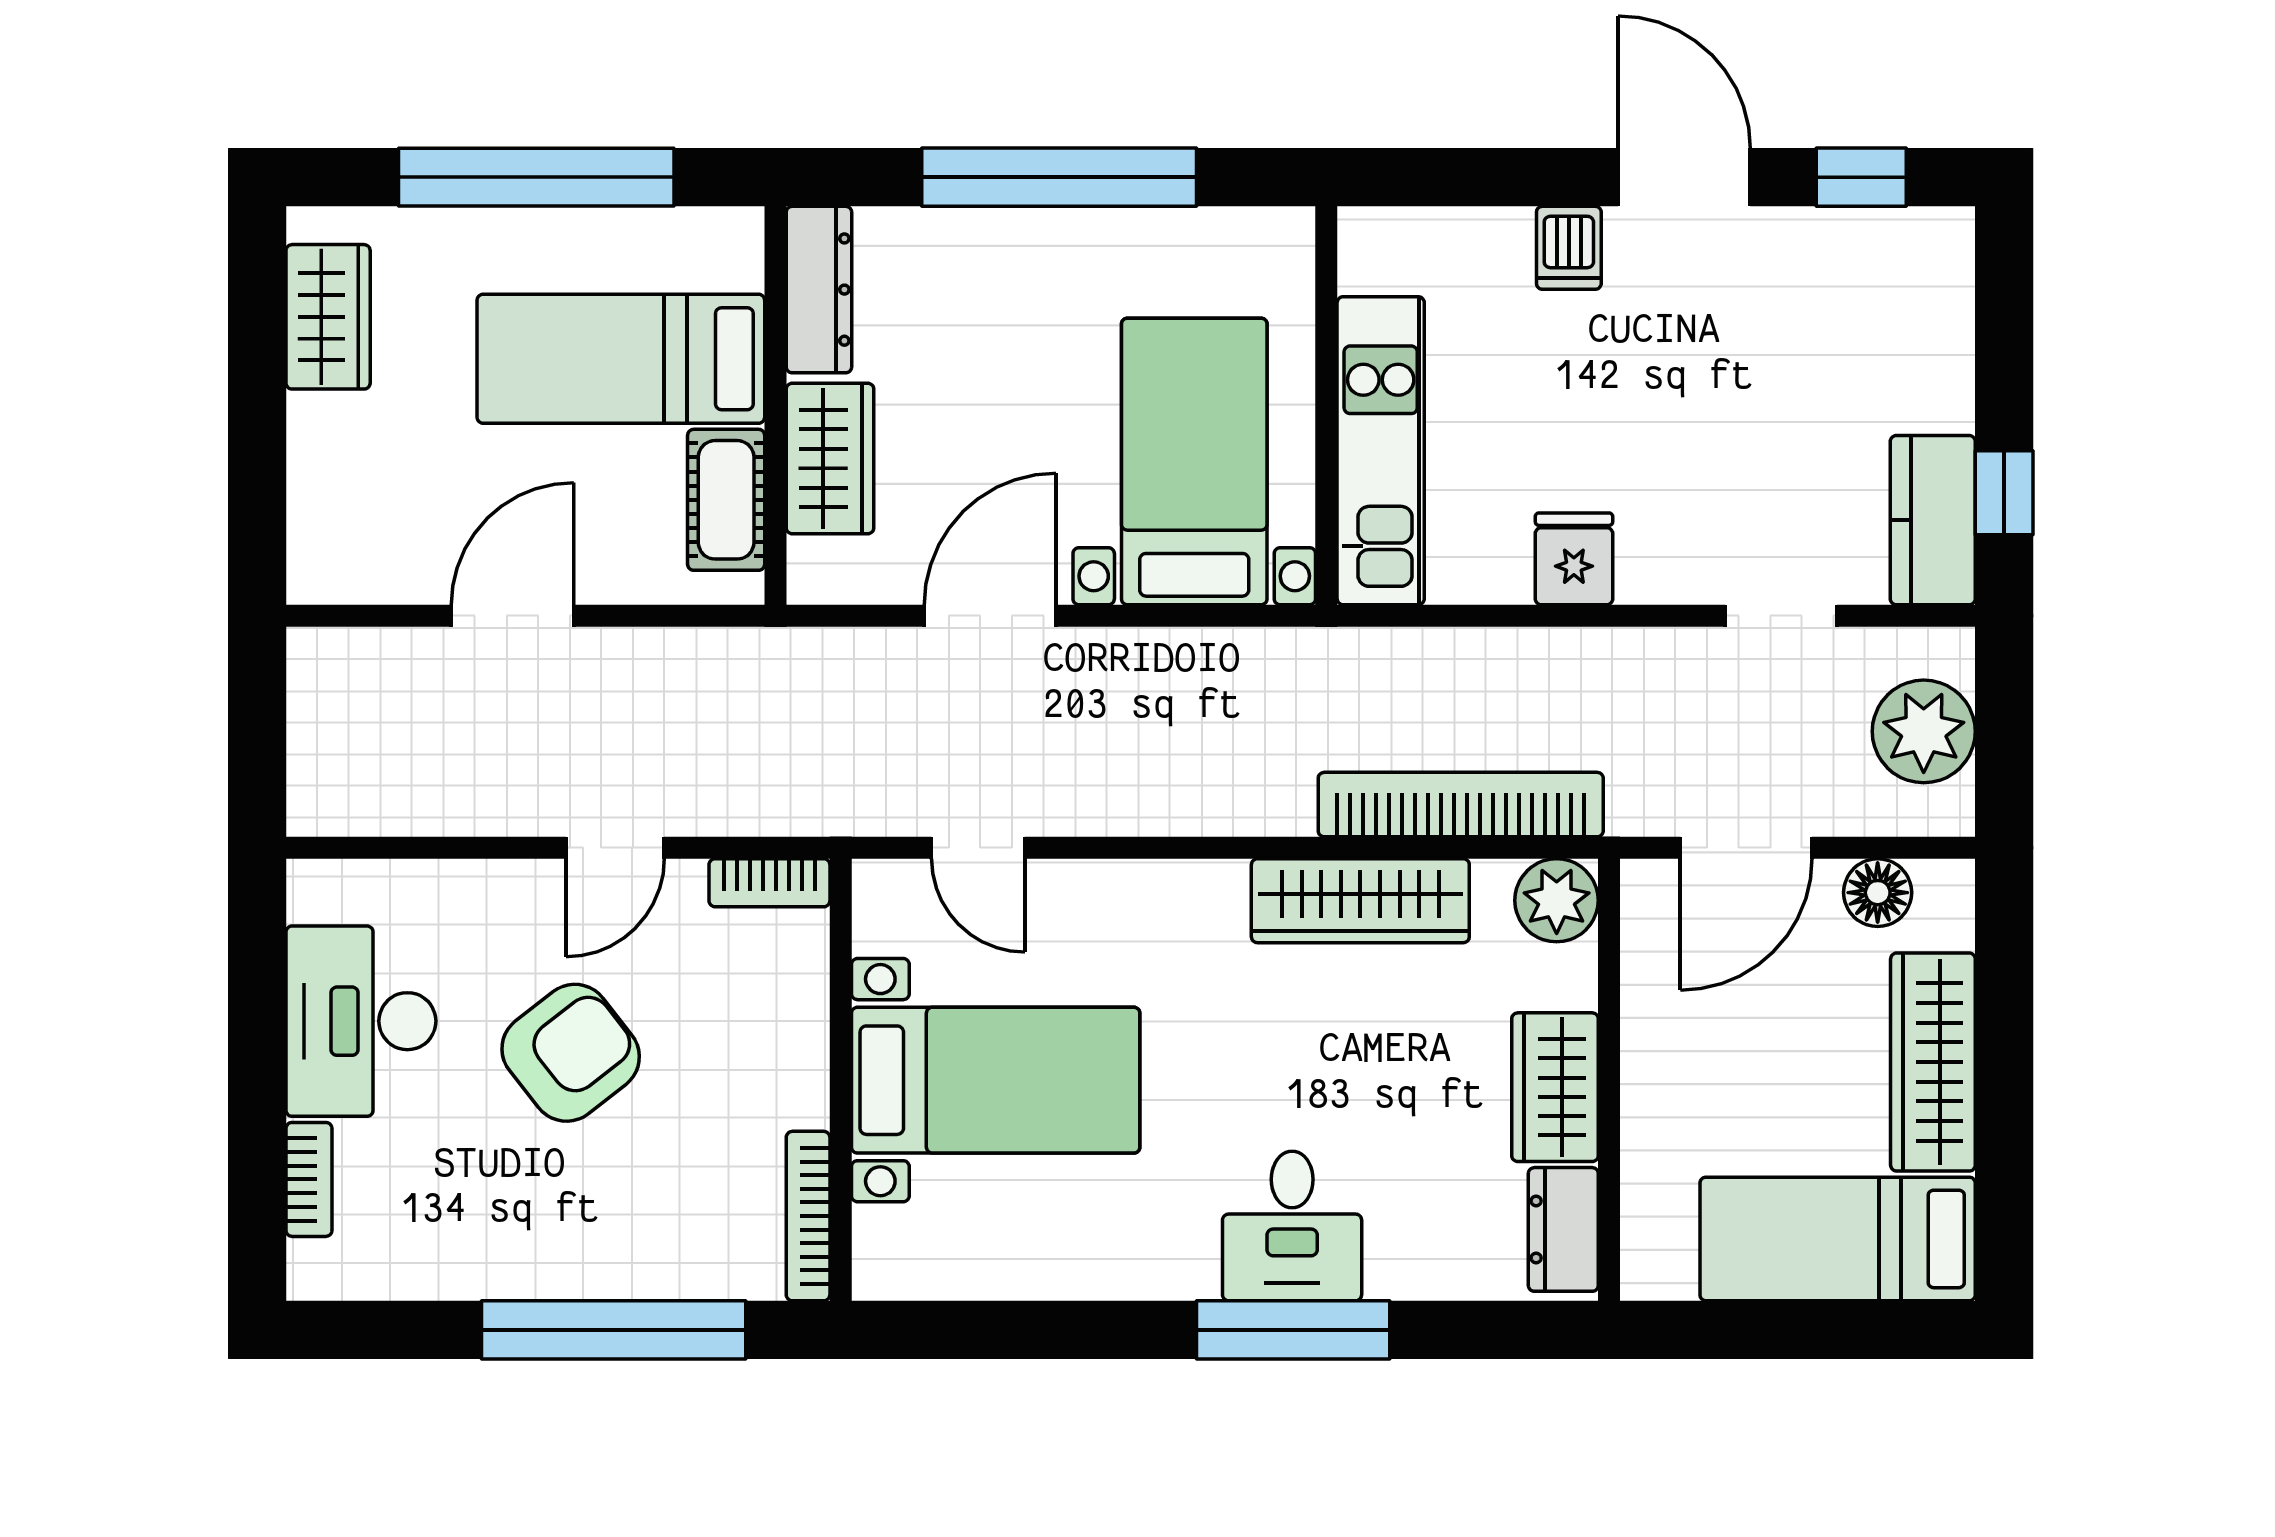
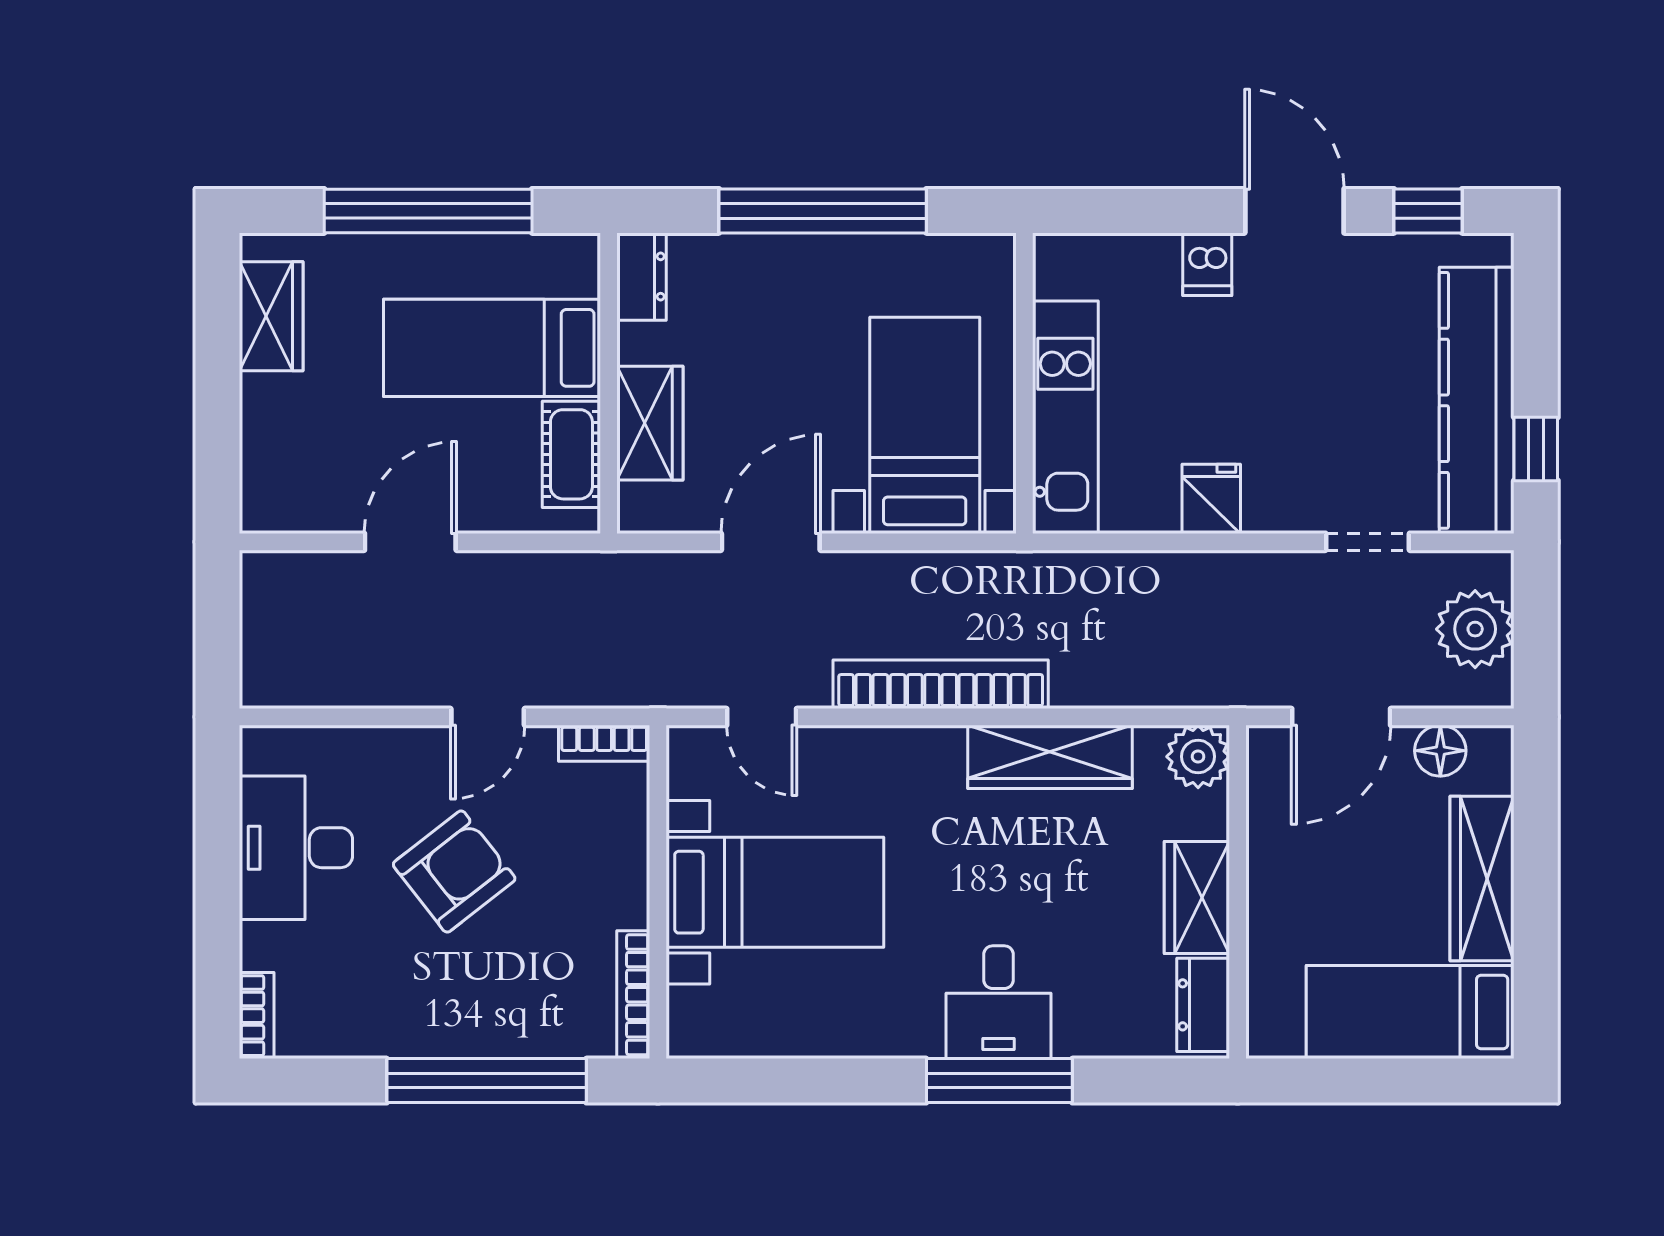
dresser: (819, 290) -> (641, 277), width x0.70
kitchen counter: (1933, 520) -> (1477, 400), width x2.08, depth x1.17
bookcase: (1461, 805) -> (941, 684), moved
bookcase: (309, 1179) -> (257, 1016), moved

